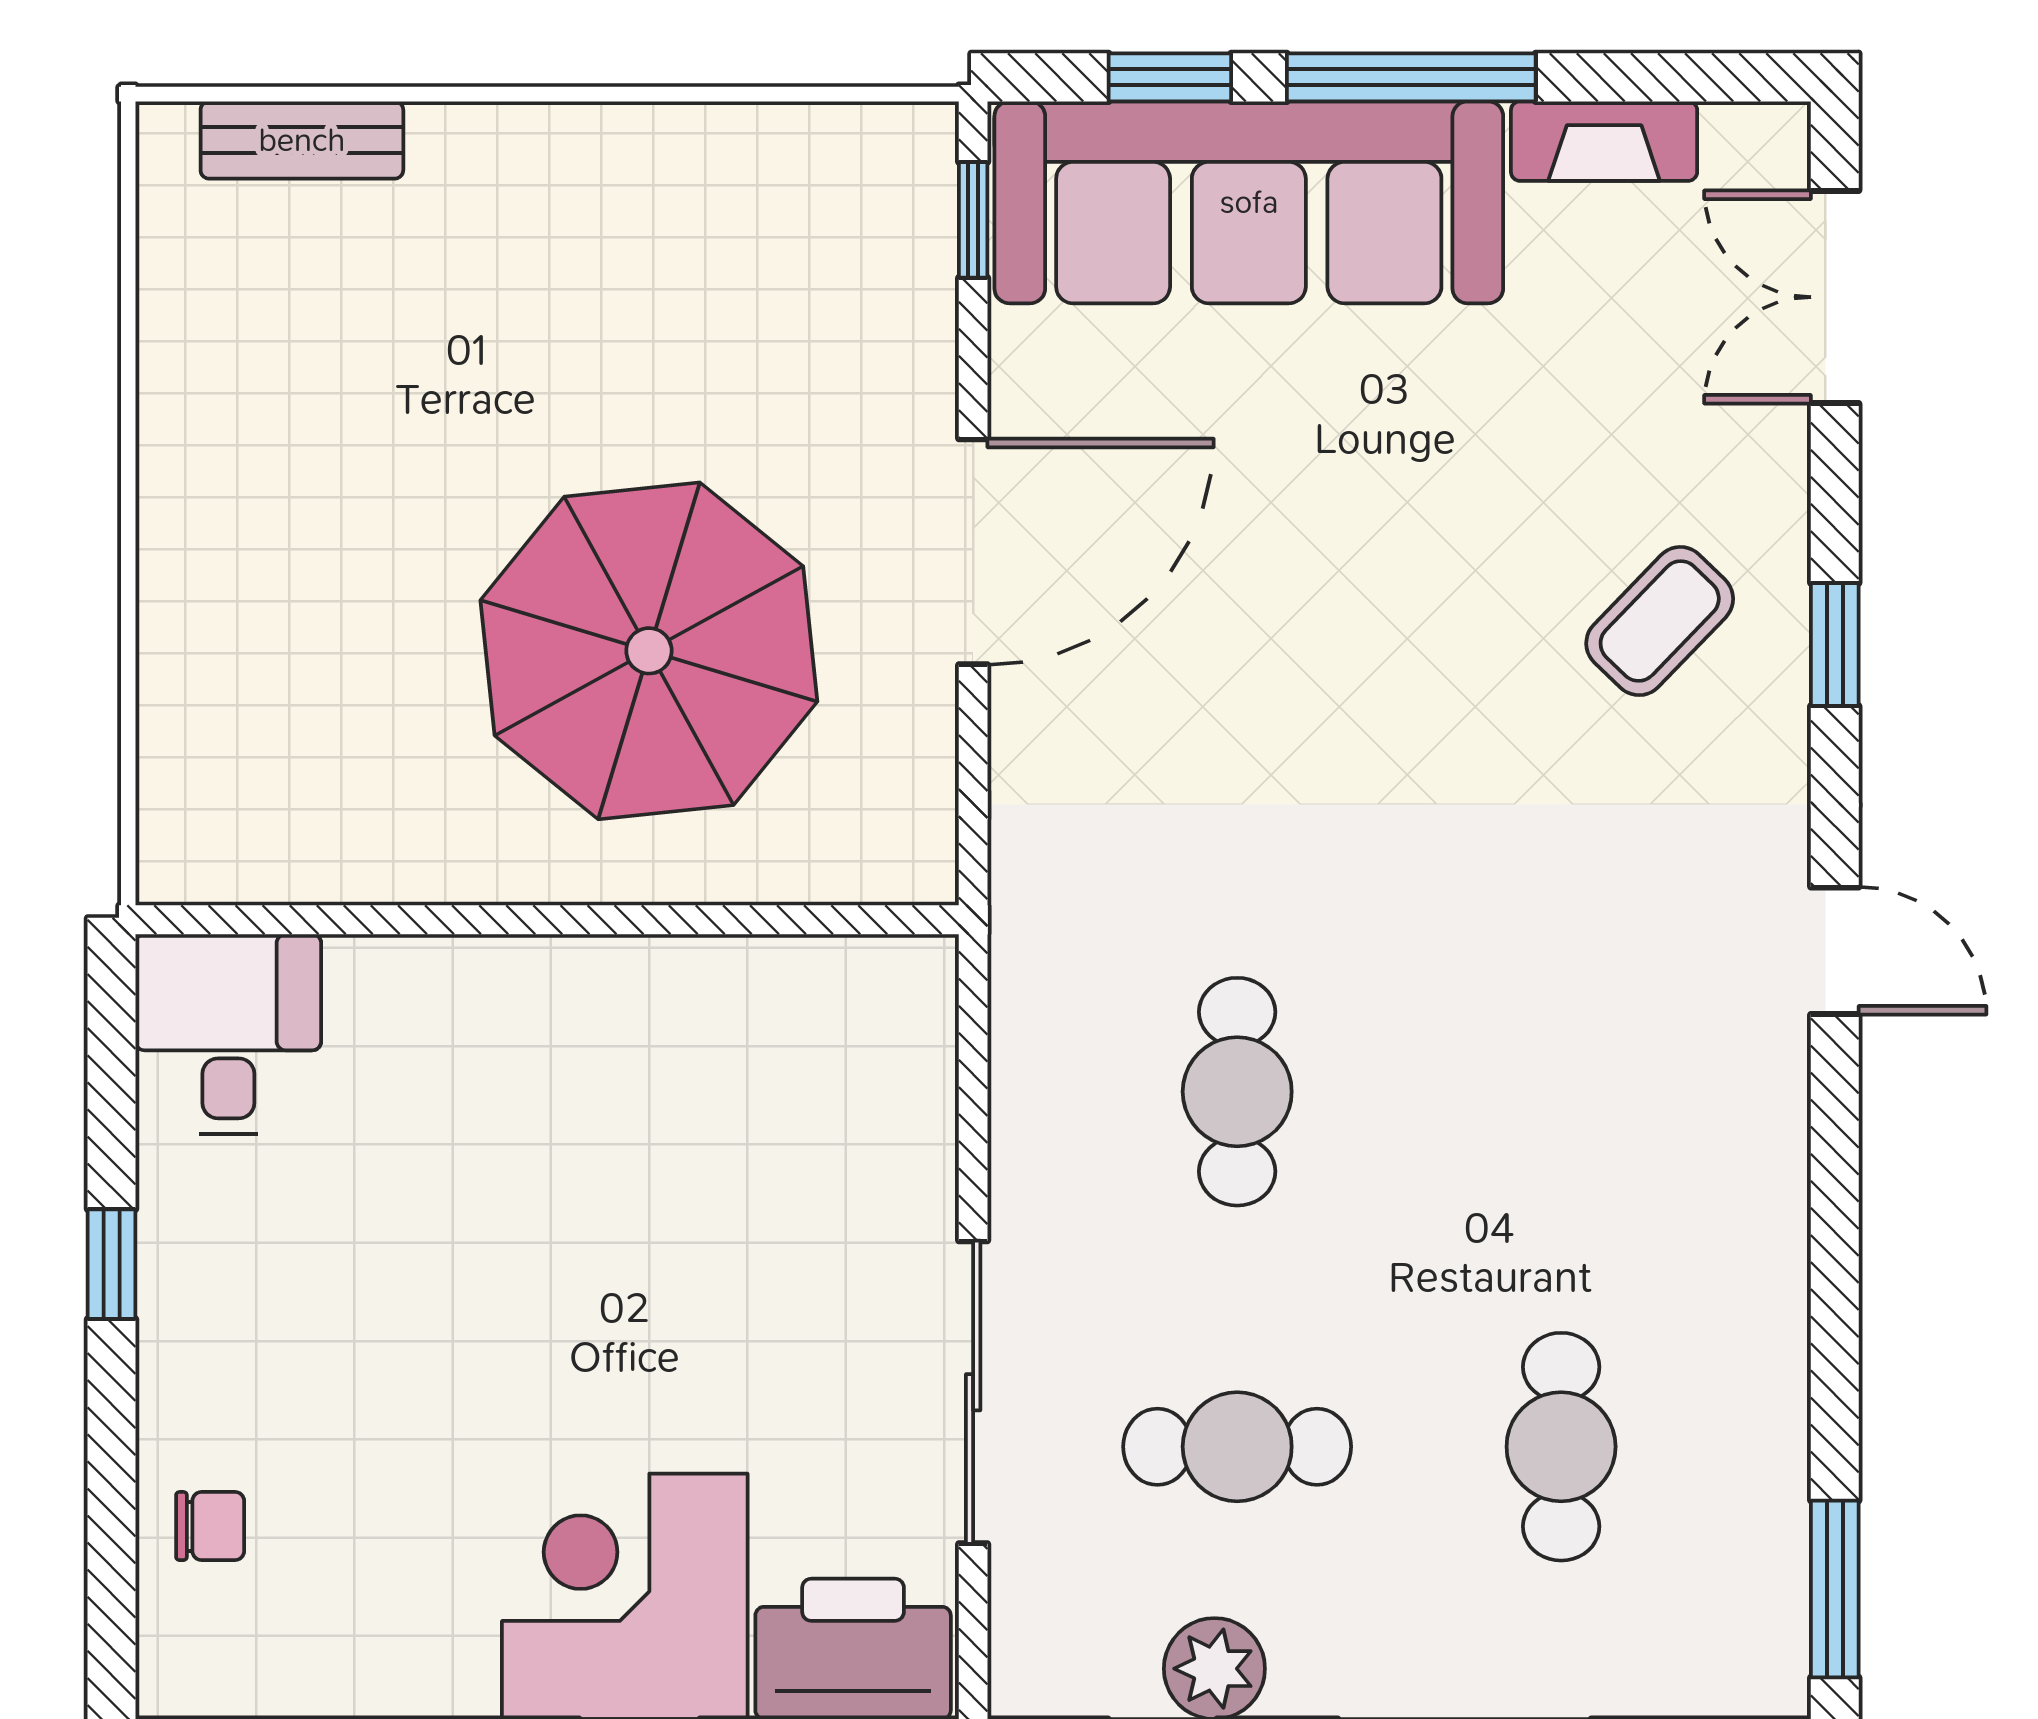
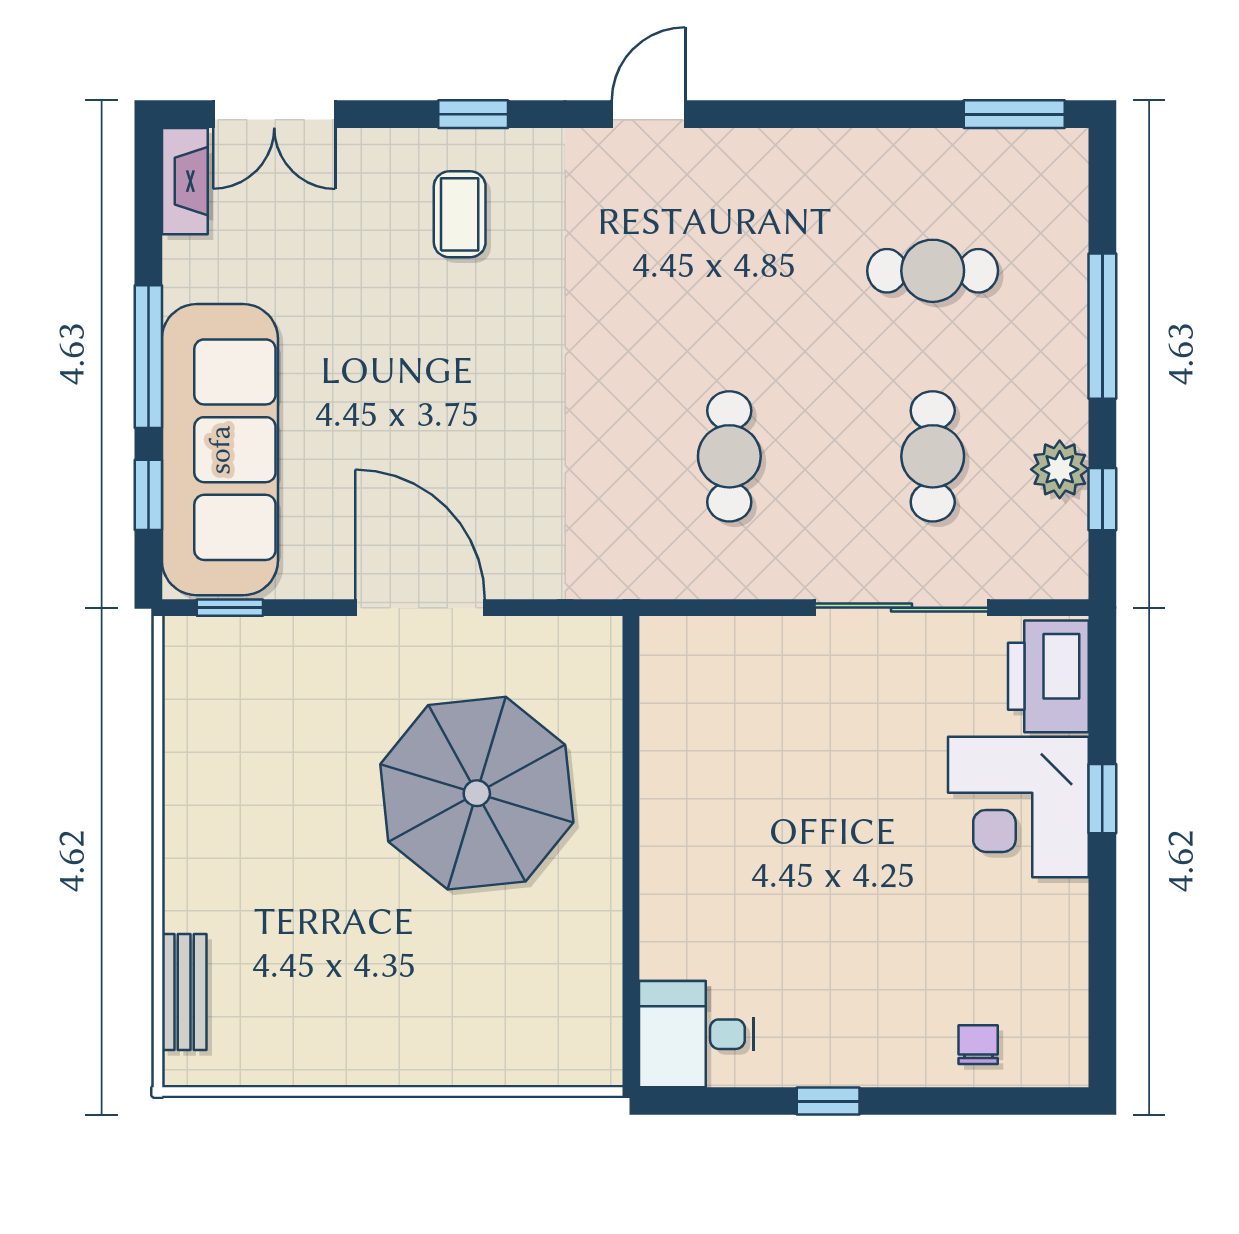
fireplace: (1604, 141) -> (185, 181), moved
coffee table: (1660, 621) -> (460, 214), turned 46
cafe table: (1237, 1092) -> (729, 456), turned 90

